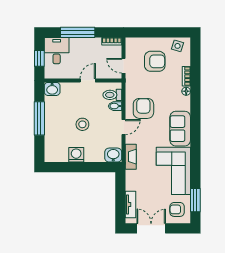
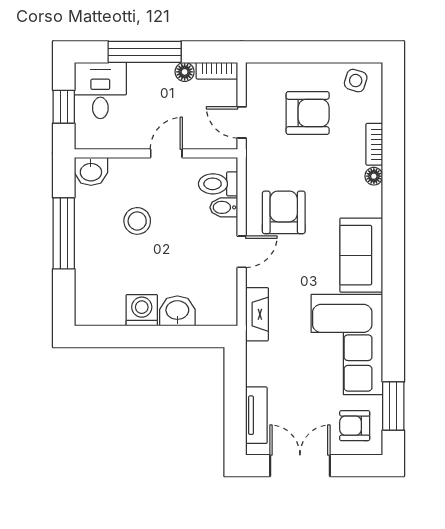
floor lamp: (96, 42) -> (185, 72), added
stool: (82, 124) -> (137, 221), moved
washbasin: (113, 155) -> (177, 311), moved

